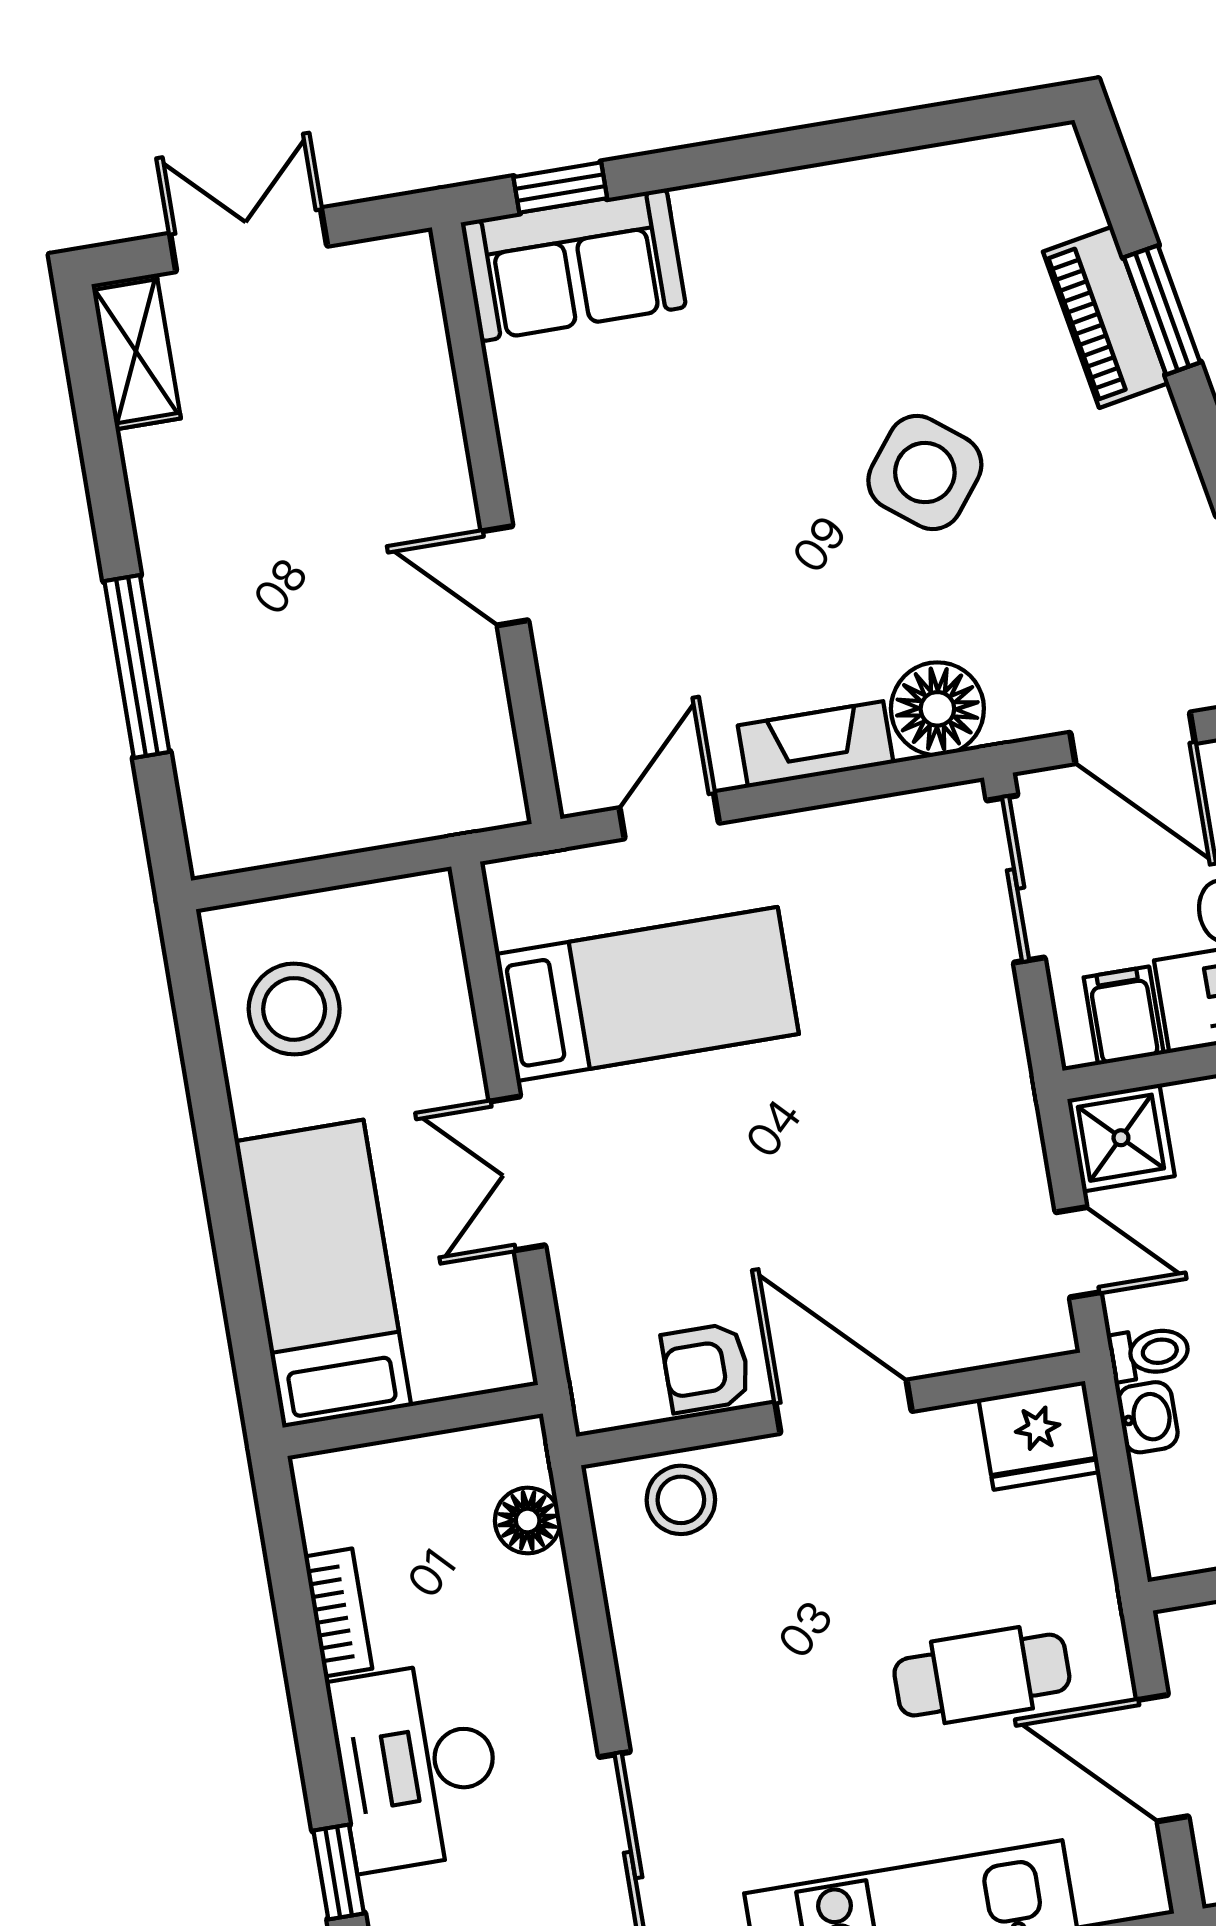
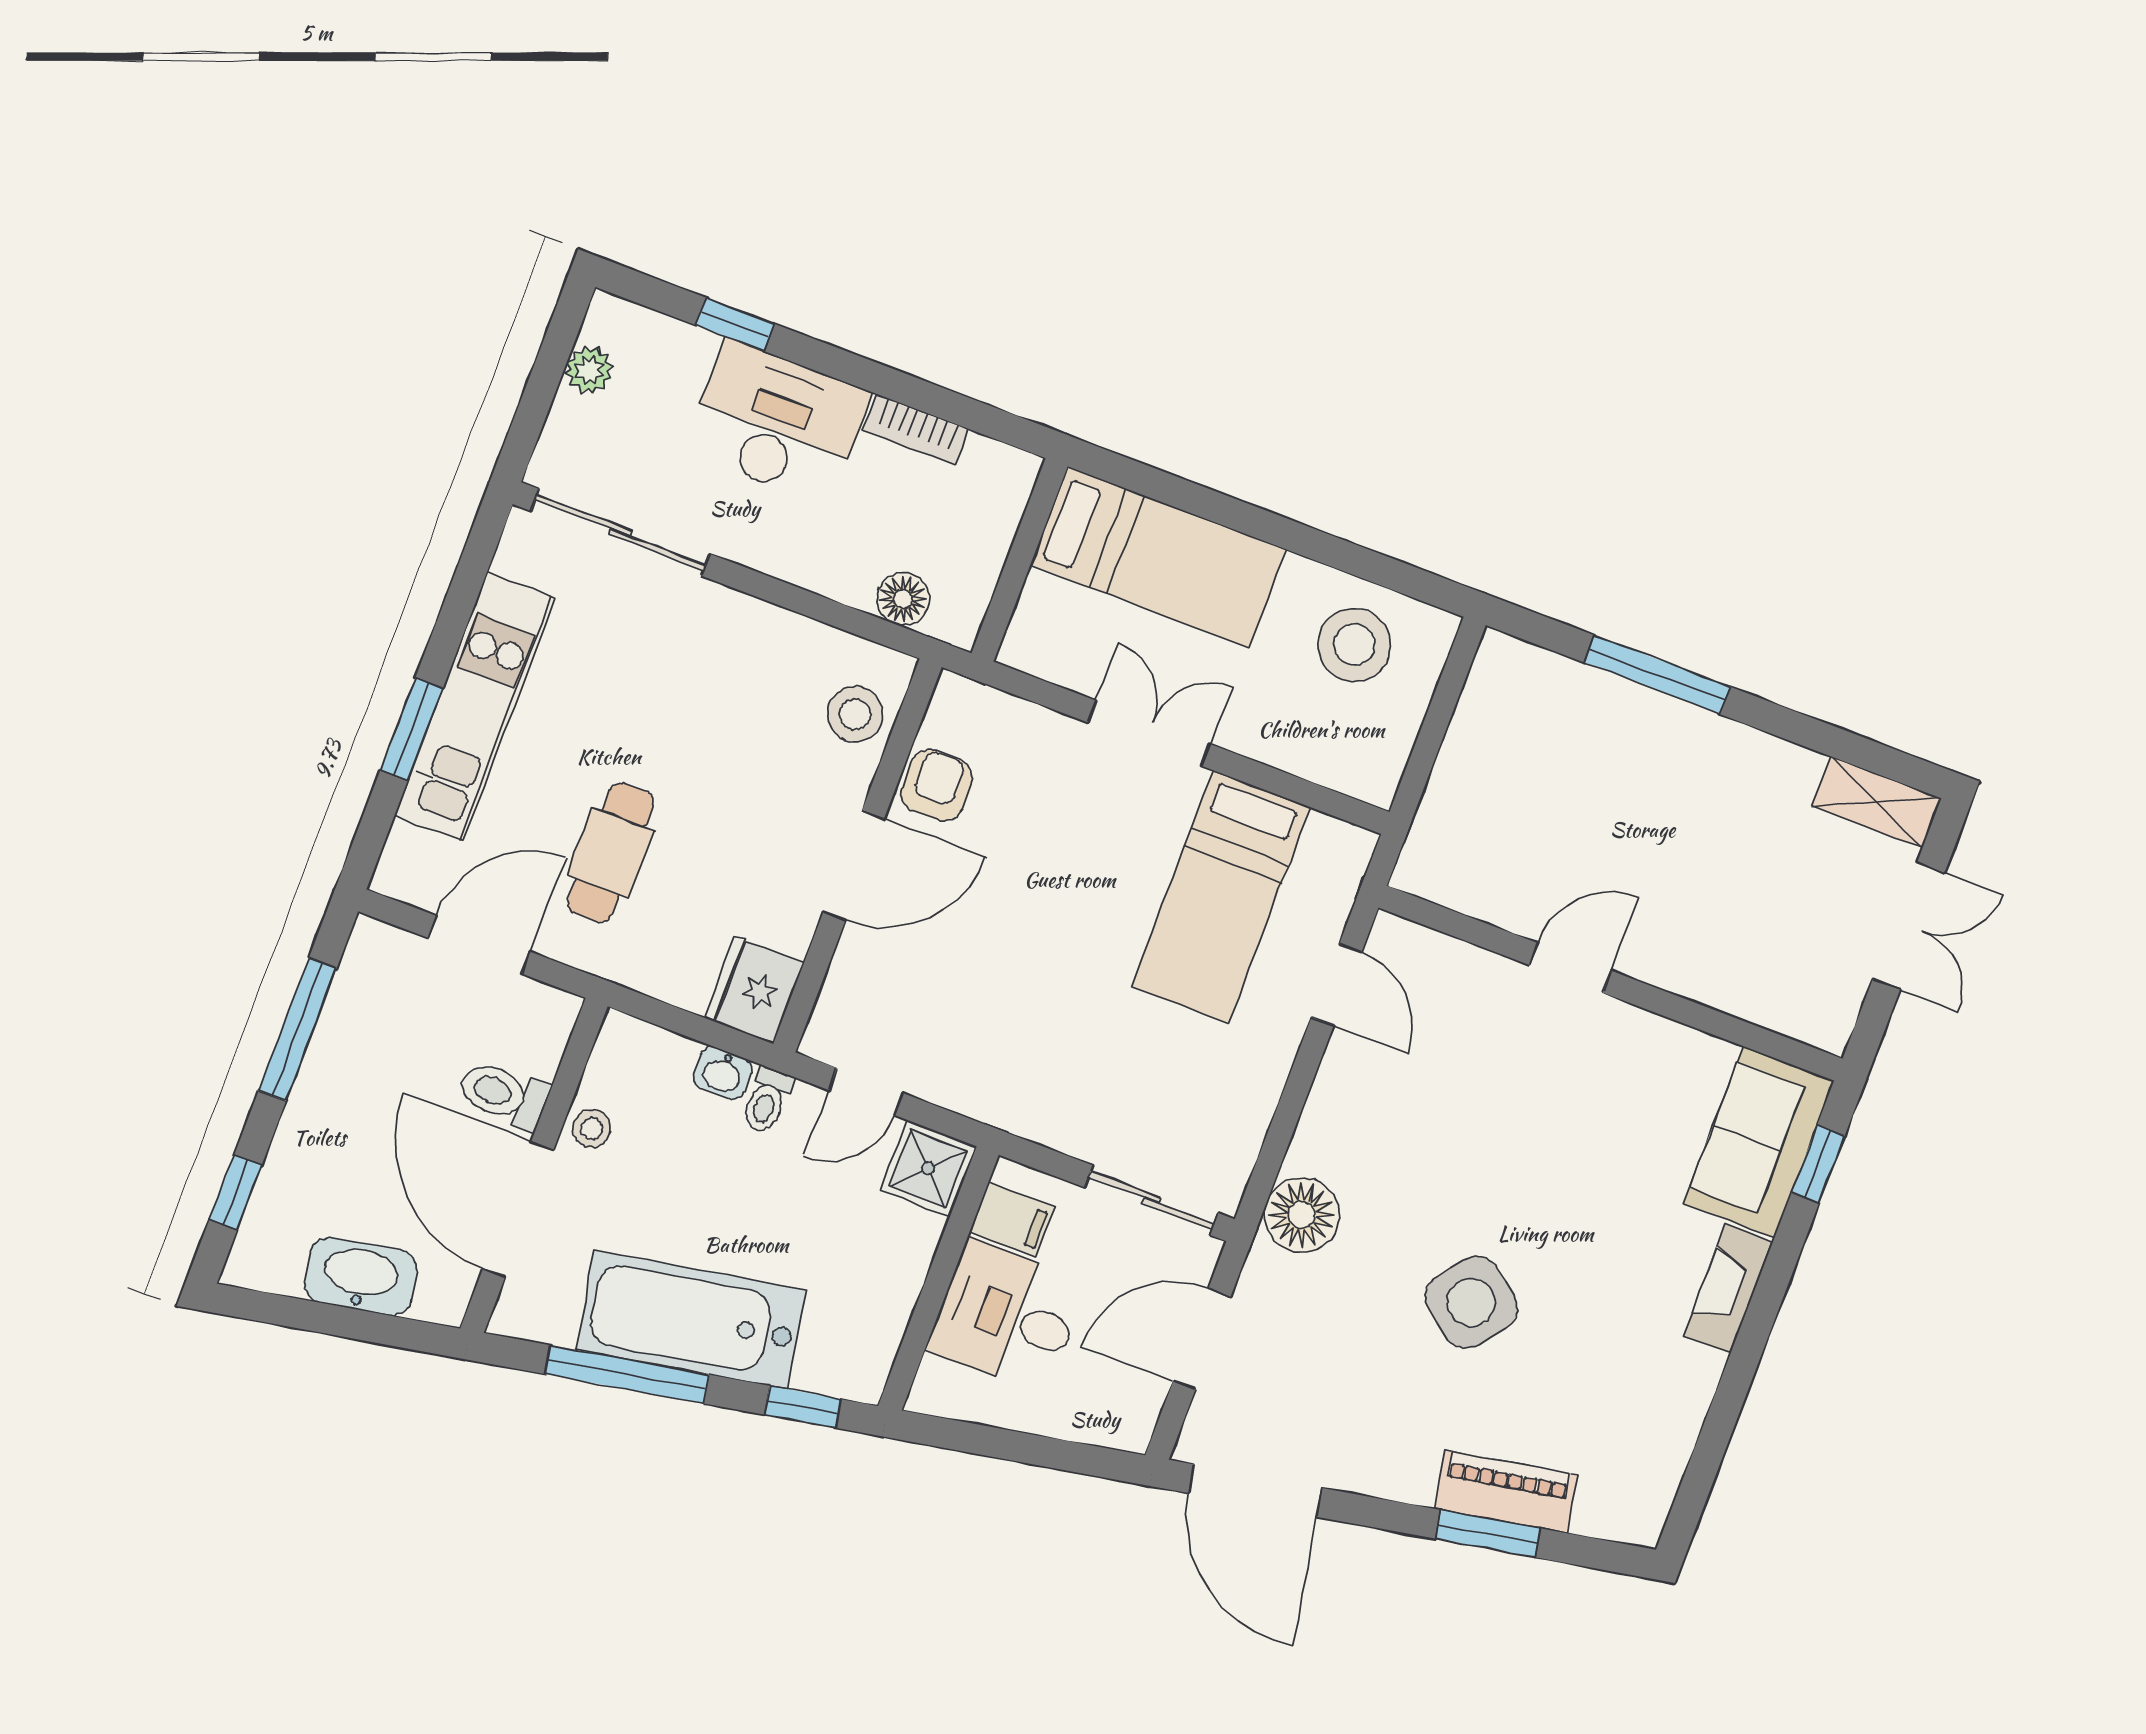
fireplace: (816, 744) -> (1728, 1289), moved, turned 180

